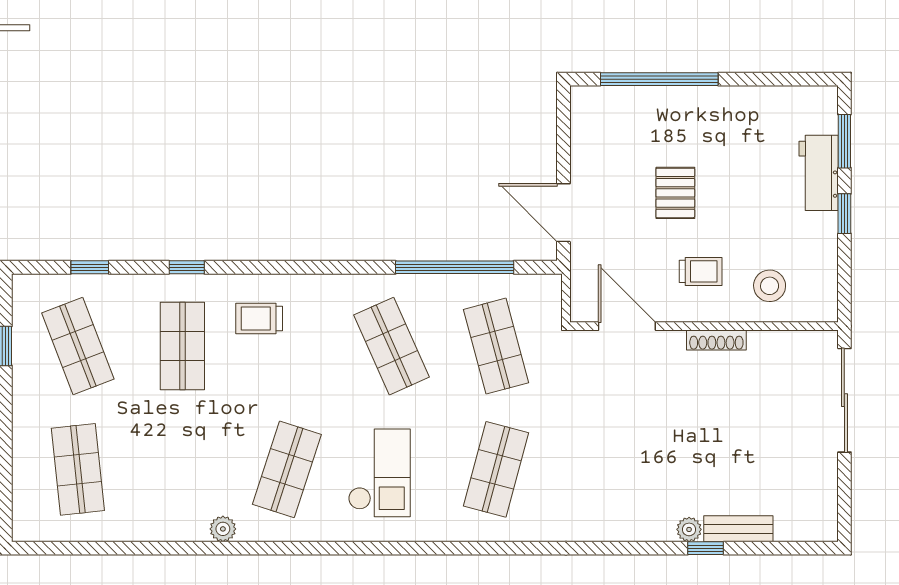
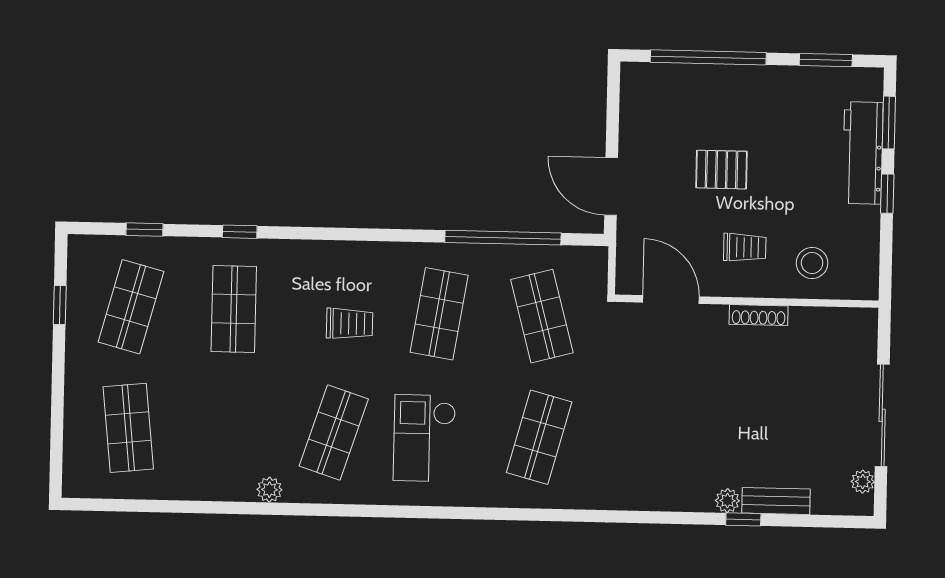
window: (779, 79) -> (826, 60), added
workbench: (819, 173) -> (863, 153), width x1.38
pallet: (675, 193) -> (721, 170), turned 90
trolley: (259, 318) -> (350, 324), moved, turned 180
shop shelf: (78, 346) -> (131, 307), turned 36
shop shelf: (391, 346) -> (439, 314), turned 33
sliding door: (844, 400) -> (882, 415), moved
checkout: (379, 473) -> (424, 438), turned 180
plant: (826, 507) -> (863, 482), added

